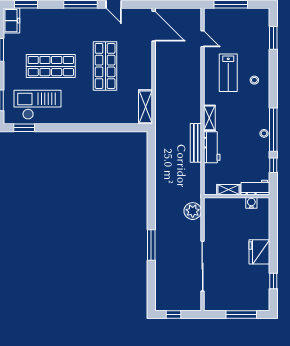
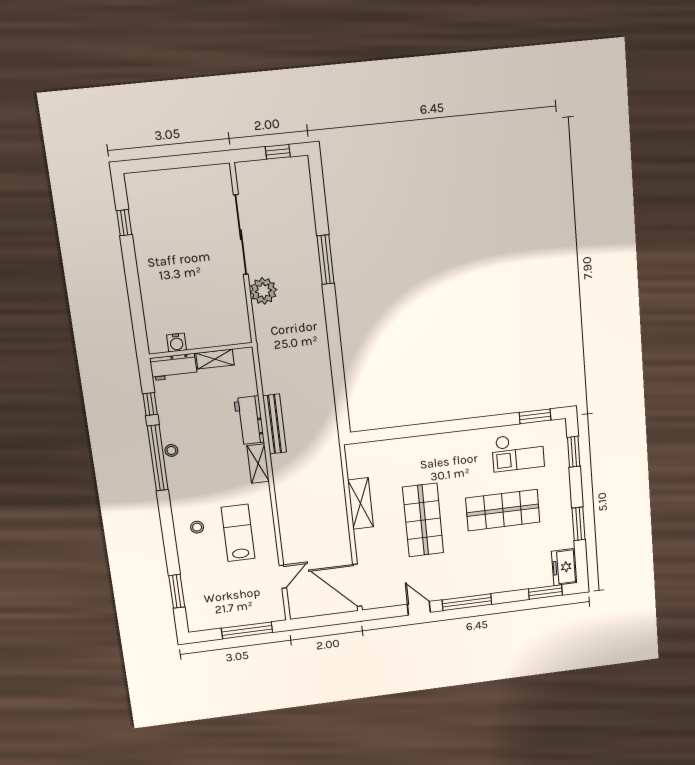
door: (202, 39) -> (283, 577), swing flipped
checkout: (37, 105) -> (518, 452), width x0.73, depth x0.83
shelving: (146, 107) -> (361, 503), moved
plant: (193, 211) -> (263, 291), moved
fridge: (259, 252) -> (153, 267), removed
window: (241, 315) -> (169, 163), removed

